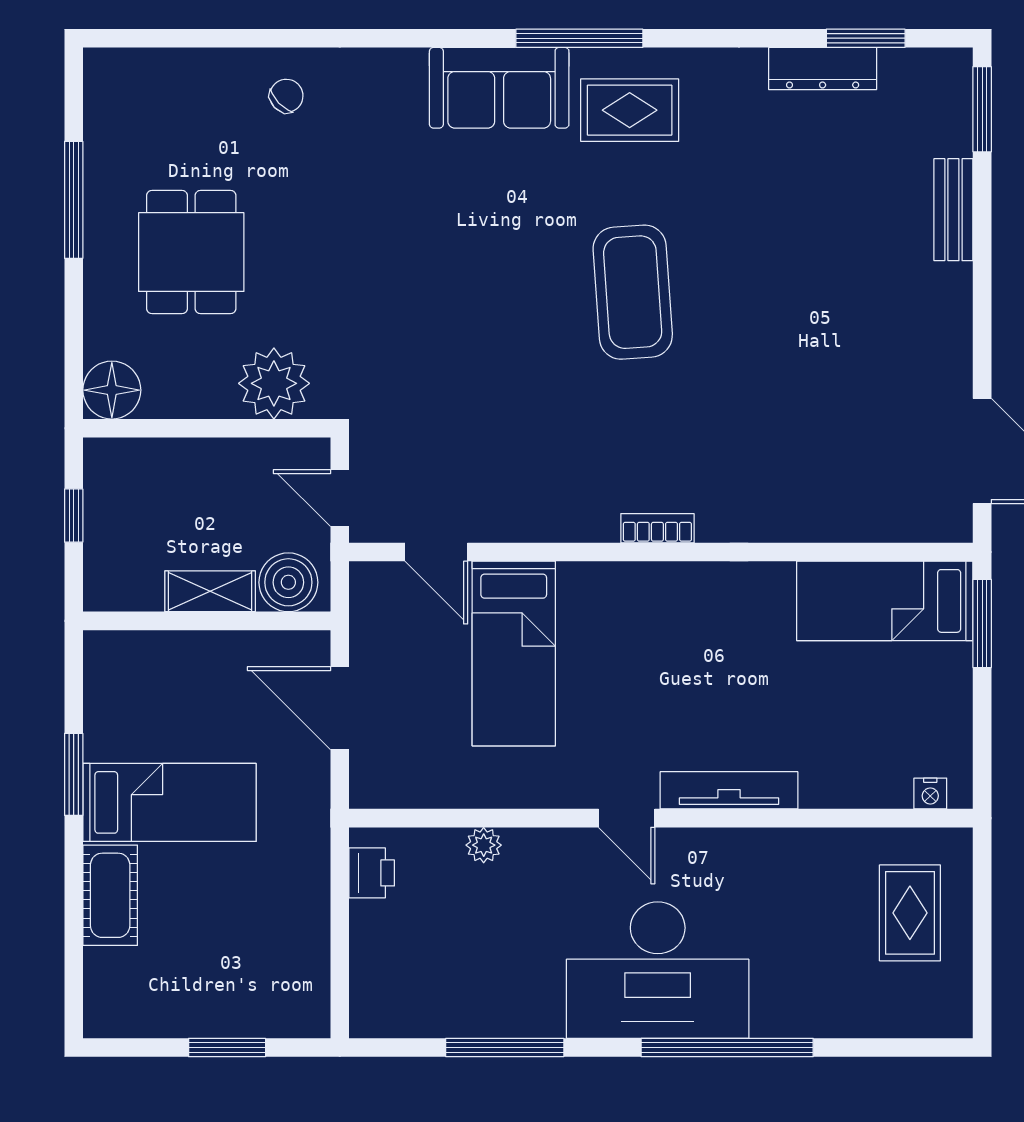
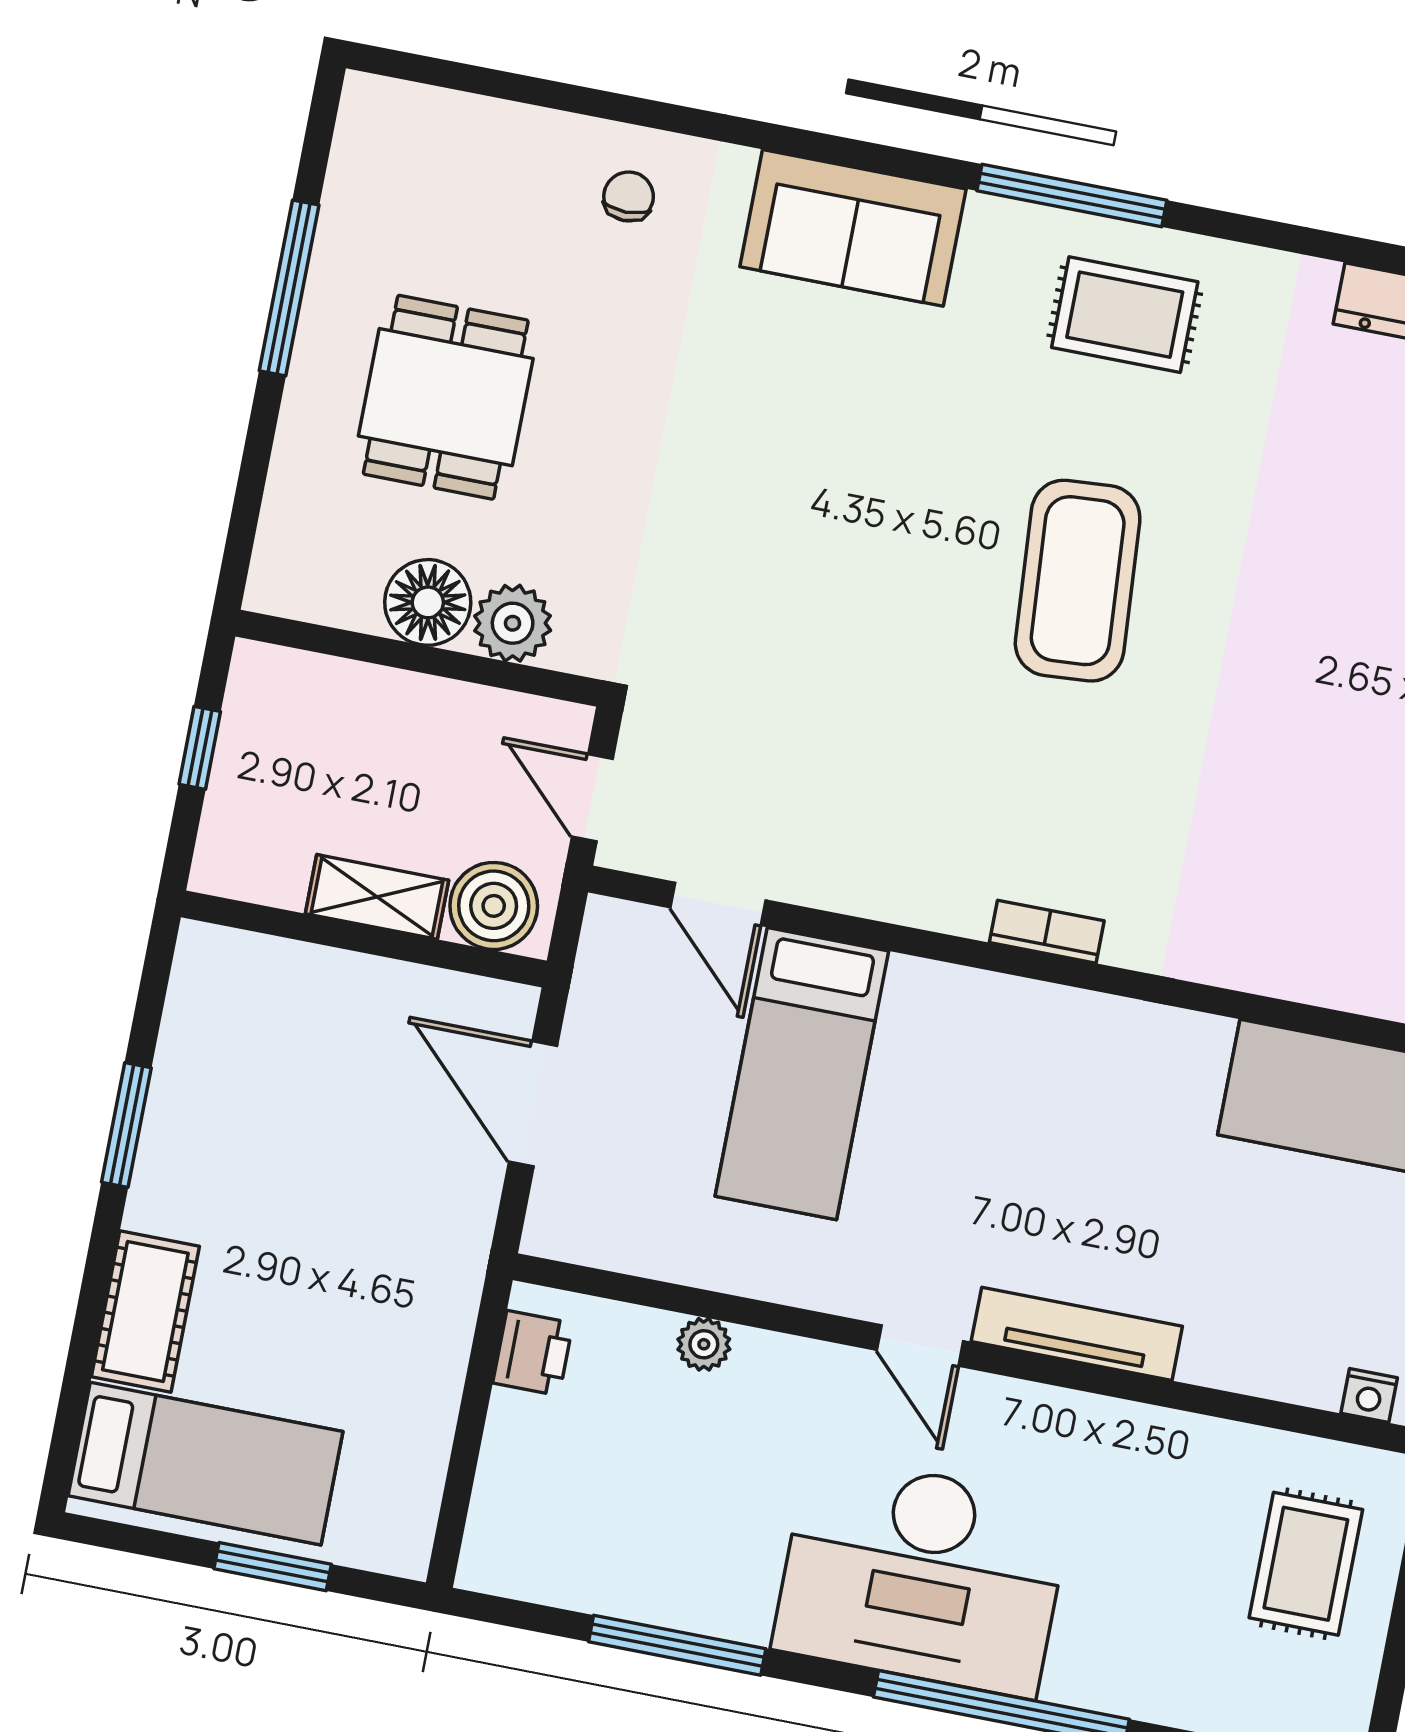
sofa: (499, 88) -> (853, 228), moved
chair: (286, 96) -> (629, 197), turned -46
plant: (274, 383) -> (513, 623), width x0.73, depth x0.73
floor lamp: (112, 390) -> (428, 602), moved
bed: (170, 802) -> (206, 1464), moved

